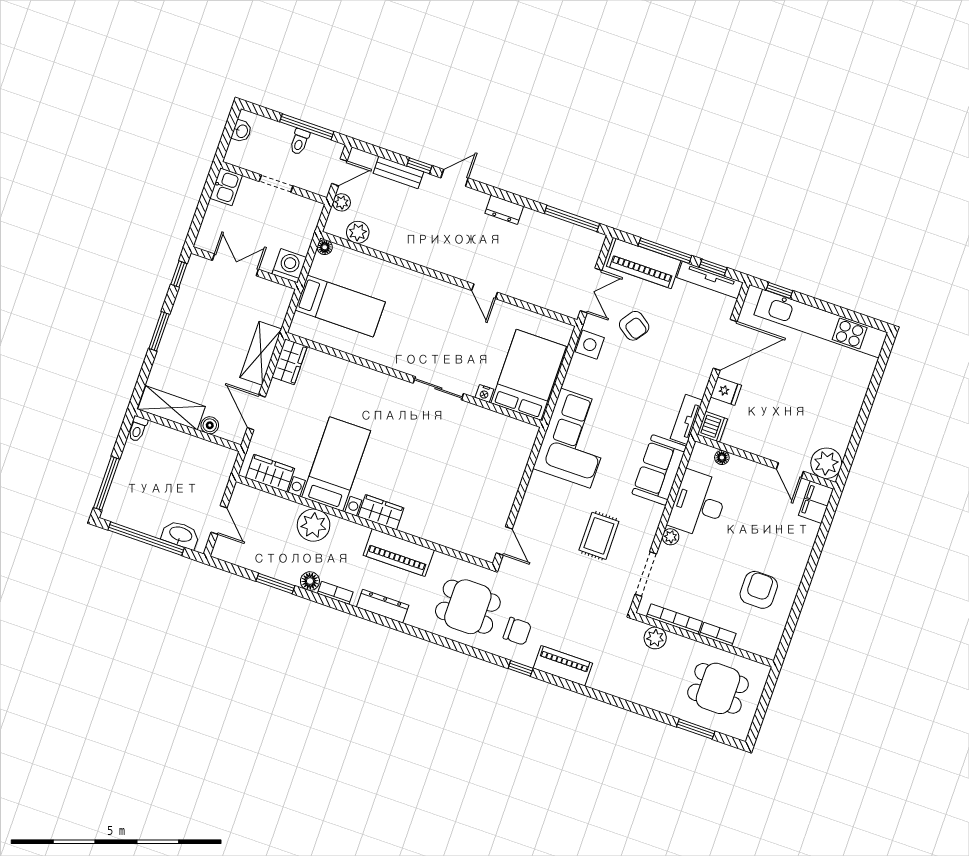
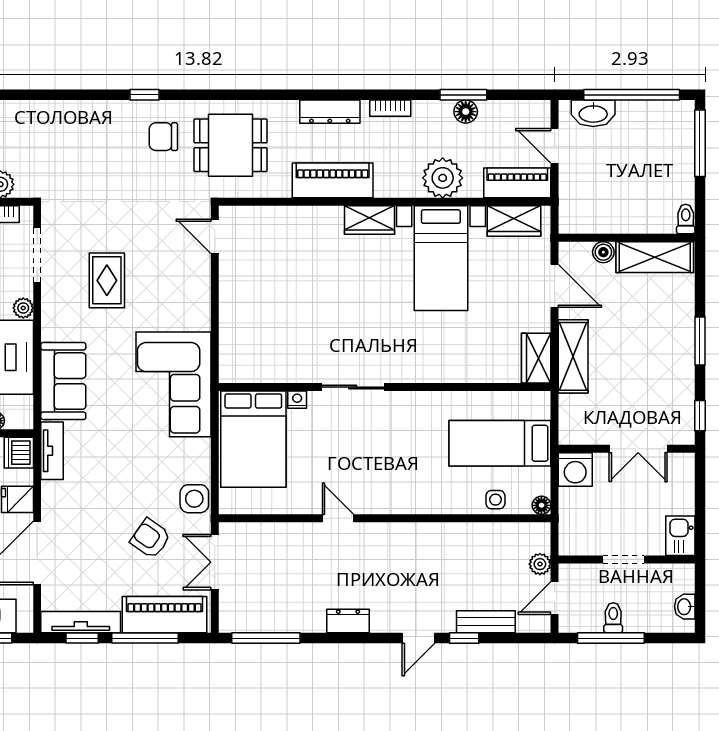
plant: (358, 232) -> (509, 536), removed
side table: (359, 264) -> (495, 500), added
floor lamp: (310, 581) -> (466, 112), moved
piano: (563, 666) -> (517, 183), moved, turned 180

